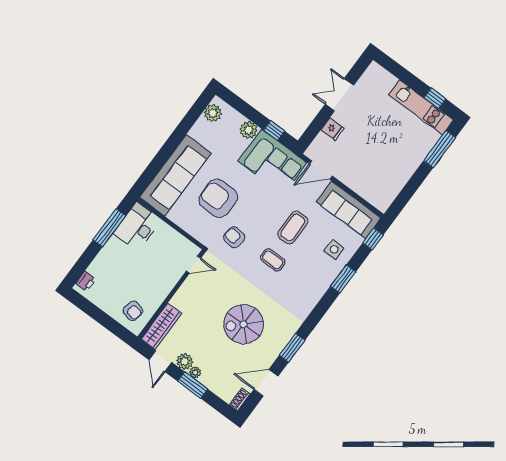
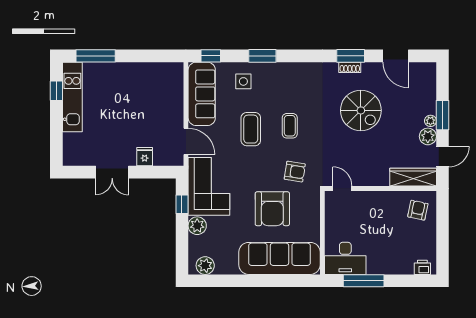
coffee table: (293, 228) -> (251, 129), turned 90
armchair: (234, 237) -> (295, 172), turned -89
shoe rack: (240, 399) -> (350, 67), moved

